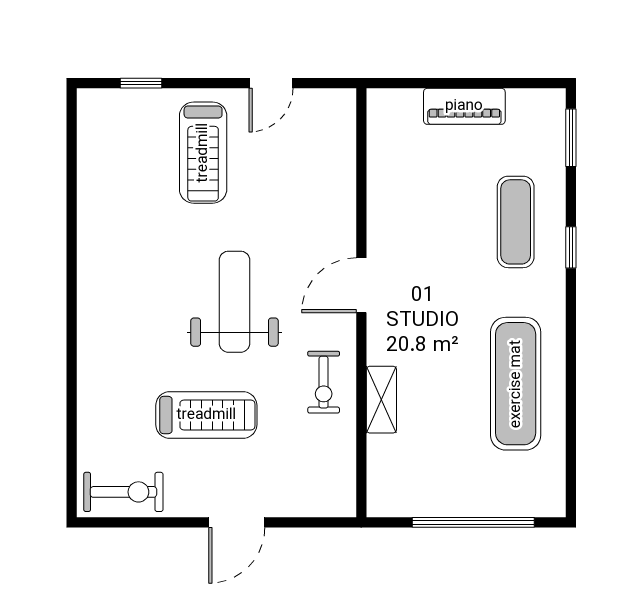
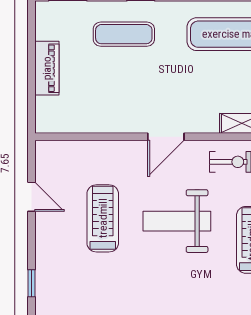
treadmill: (203, 153) -> (103, 218), moved, turned -90
door: (361, 285) -> (166, 137), hinge flipped

